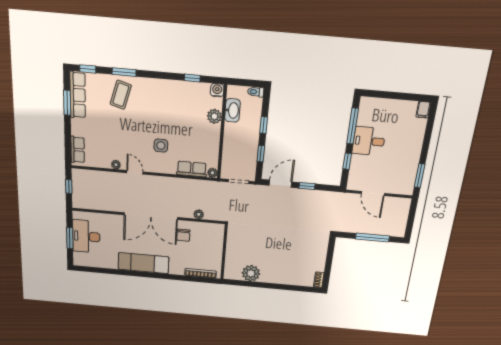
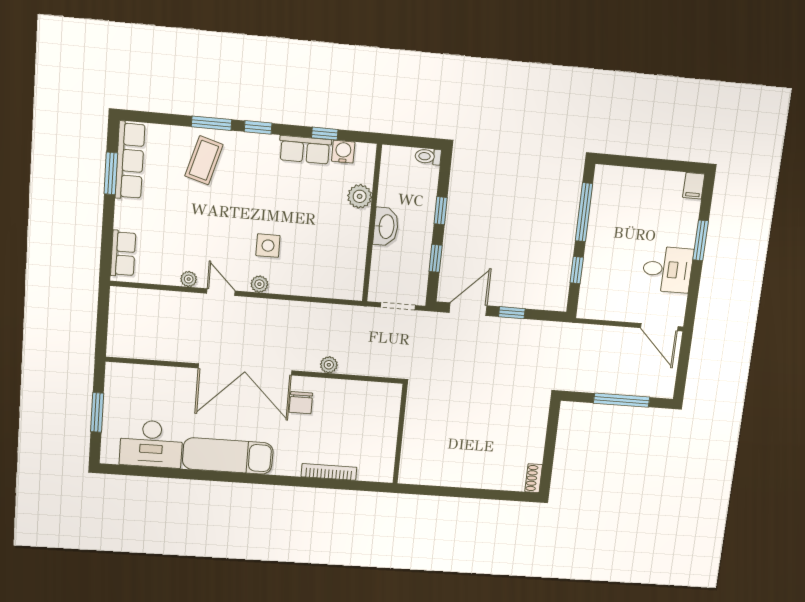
window: (88, 69) -> (258, 127), moved
water cooler: (217, 90) -> (343, 152), moved
washbasin: (232, 110) -> (386, 227), moved
desk: (369, 141) -> (667, 269), moved, turned 180
row of seats: (192, 169) -> (305, 150), moved, turned 180
plant: (212, 173) -> (259, 284), moved
window: (420, 176) -> (701, 240), moved
window: (69, 186) -> (102, 318), removed
door: (373, 193) -> (659, 327), moved
desk: (86, 236) -> (151, 444), moved, turned -90
wall: (224, 252) -> (400, 434), moved
plant: (251, 273) -> (417, 470), removed

